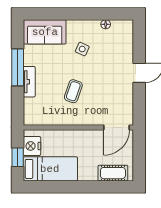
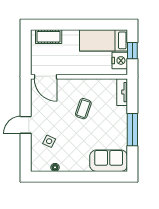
side table: (82, 49) -> (49, 141), moved
tv unit: (29, 82) -> (122, 92), moved
door: (116, 128) -> (45, 77), swing flipped

